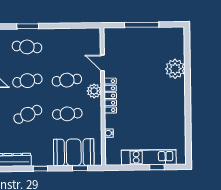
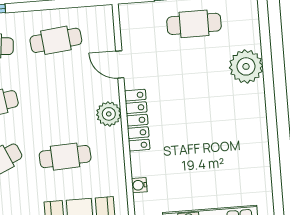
cafe table: (147, 42) -> (194, 24), added
cafe table: (67, 80) -> (56, 40), moved

